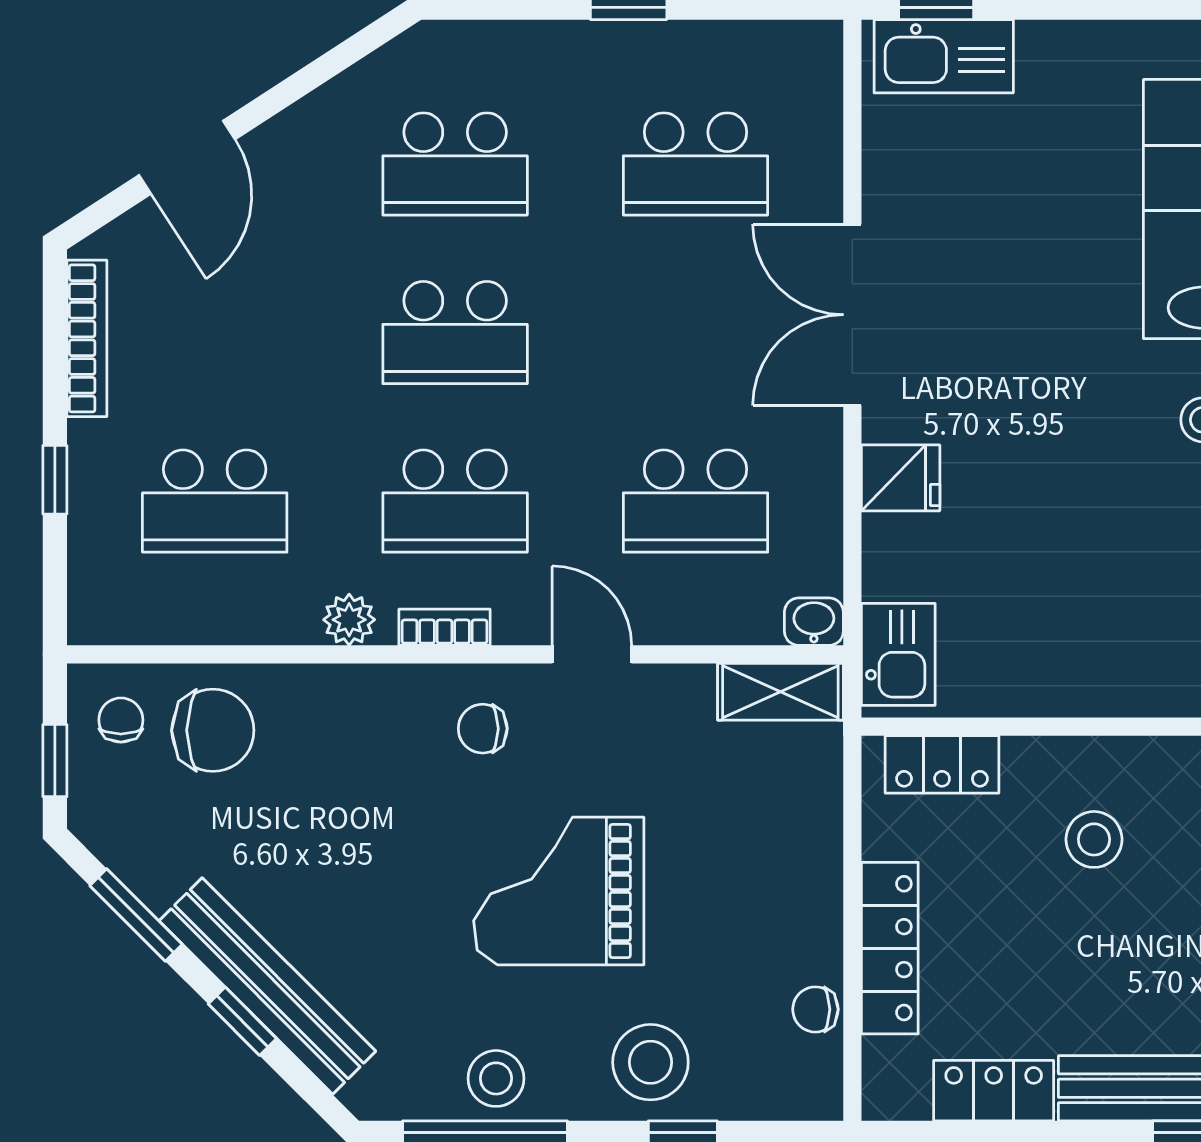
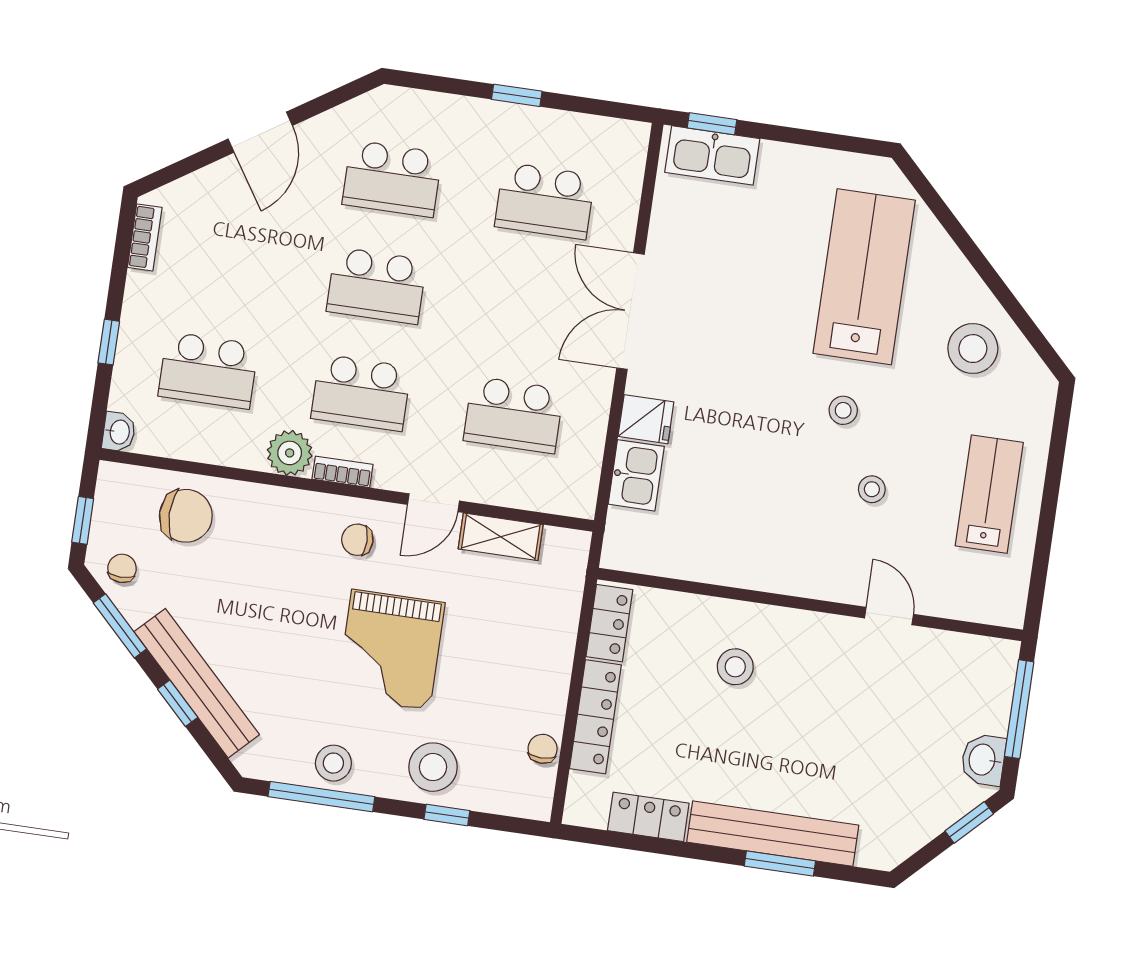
door: (187, 157) -> (260, 132), moved
bookcase: (87, 338) -> (145, 237), width x0.64
plant: (349, 620) -> (290, 453), width x1.38, depth x1.38
washbasin: (814, 622) -> (119, 432), moved, turned 90
door: (592, 654) -> (434, 503), swing flipped
kitchen sink: (898, 654) -> (636, 475), moved
shelving: (780, 692) -> (501, 537), moved
chair: (121, 720) -> (122, 568), moved
locker: (942, 764) -> (609, 623), moved, turned -90
grand piano: (559, 891) -> (391, 650), turned -90
chair: (815, 1009) -> (543, 749), turned 90

